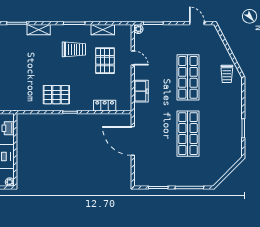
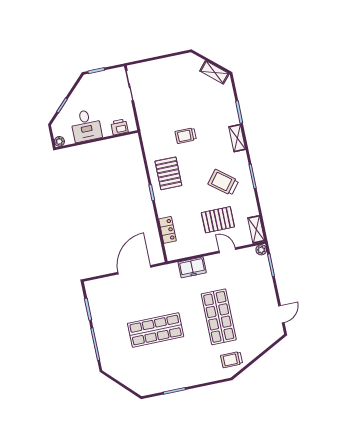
shelving: (103, 30) -> (256, 229), moved
trolley: (74, 49) -> (223, 182), turned 128
door: (133, 58) -> (227, 250), swing flipped
trolley: (27, 73) -> (186, 136), added
shop shelf: (188, 77) -> (219, 317), turned 90

